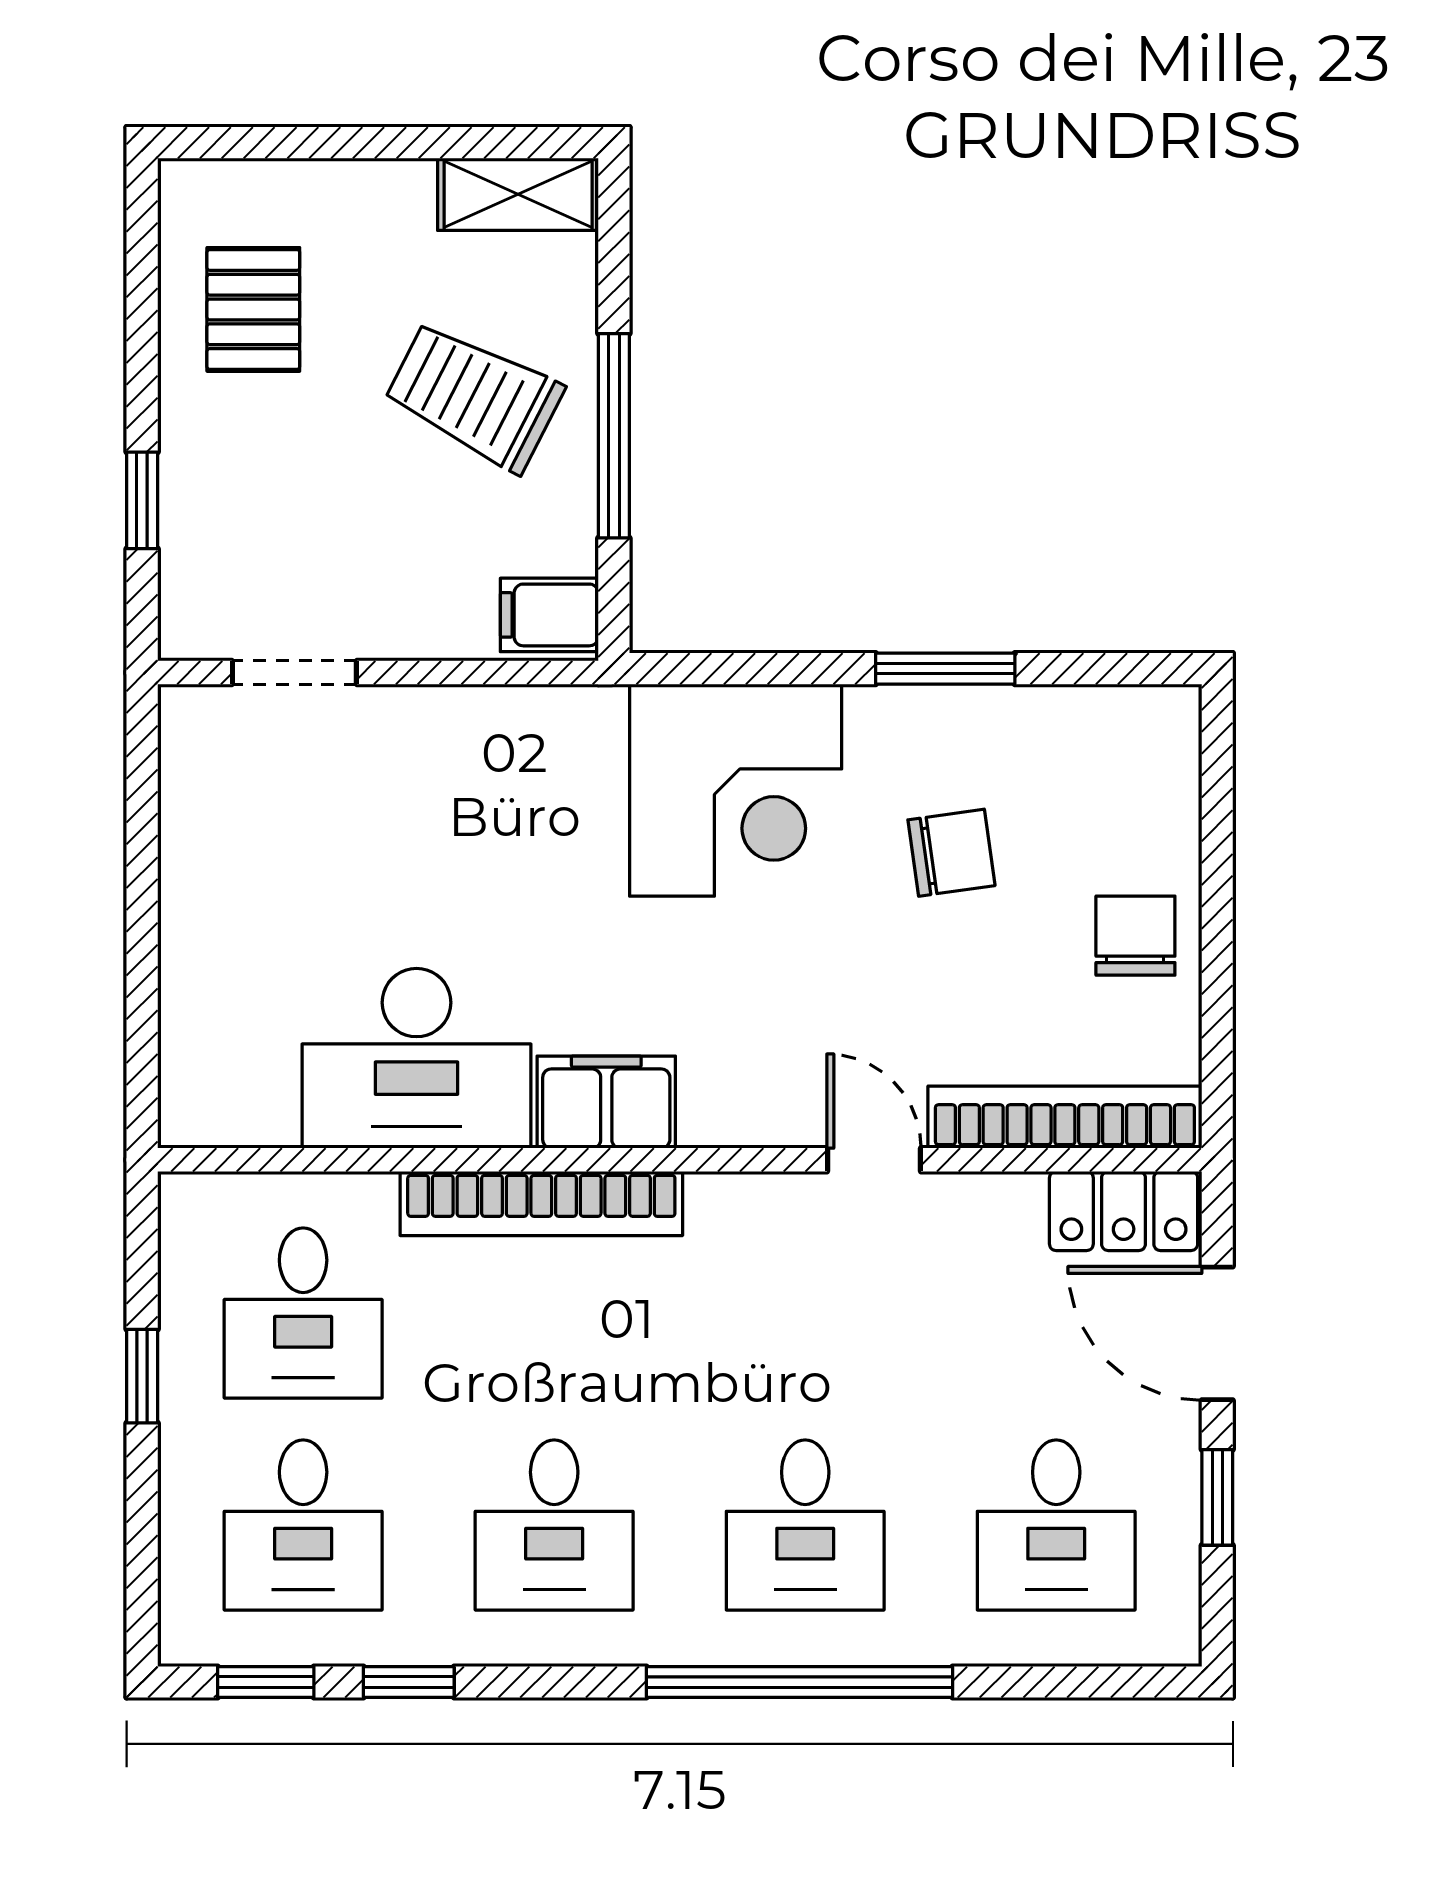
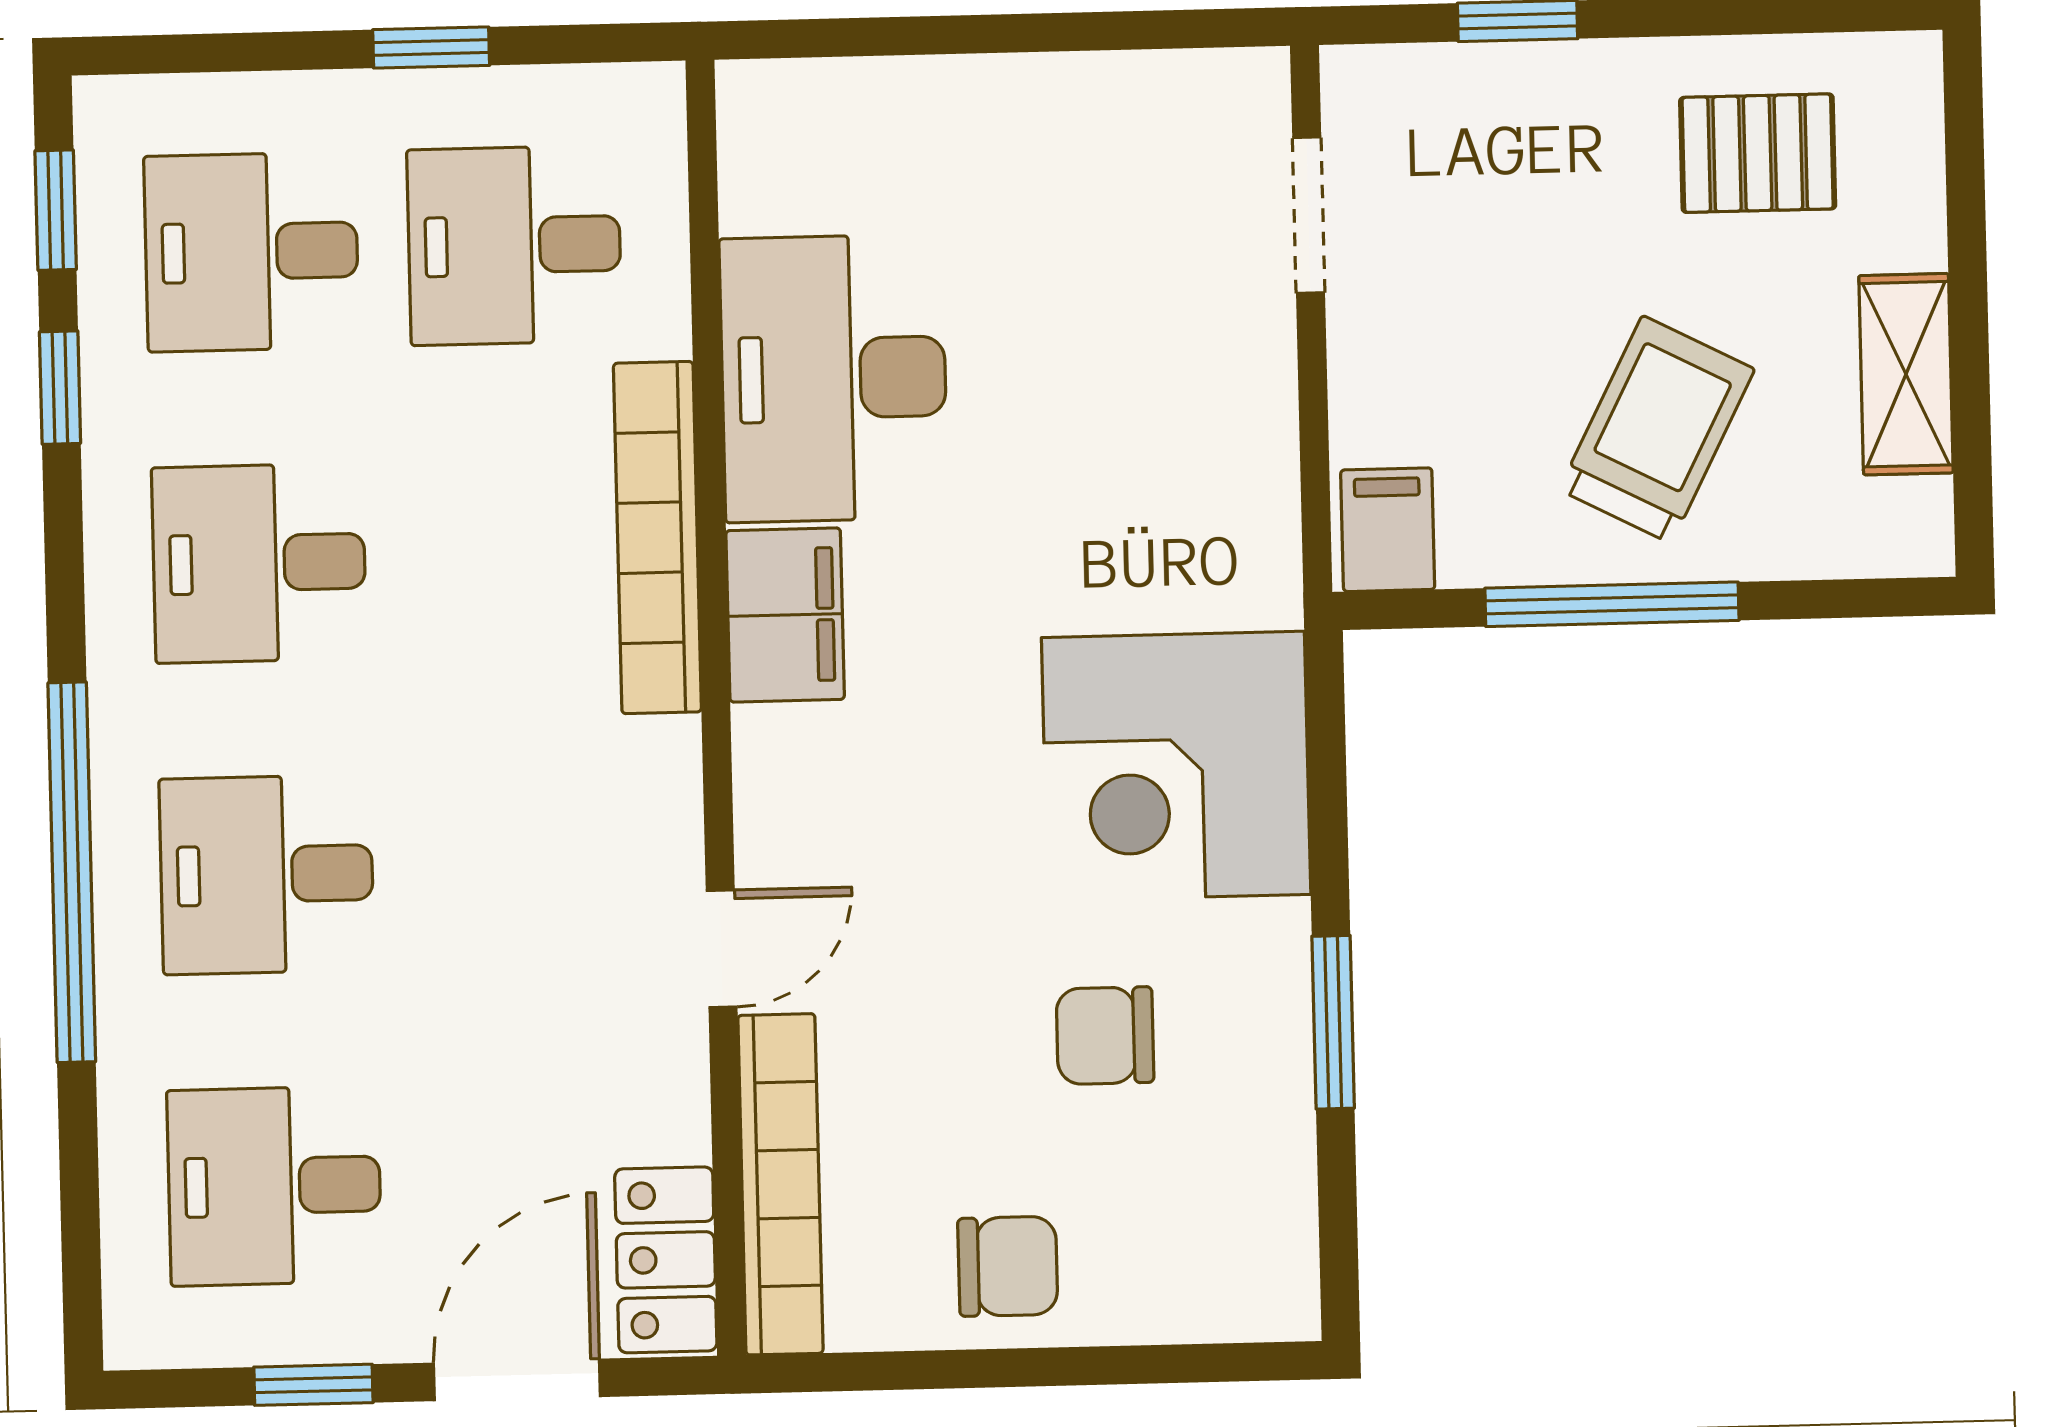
shelving: (518, 194) -> (1906, 374), moved
chair: (951, 853) -> (1105, 1036), turned 98

